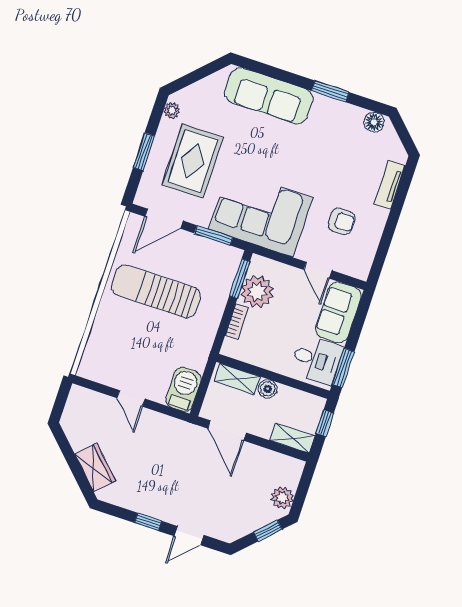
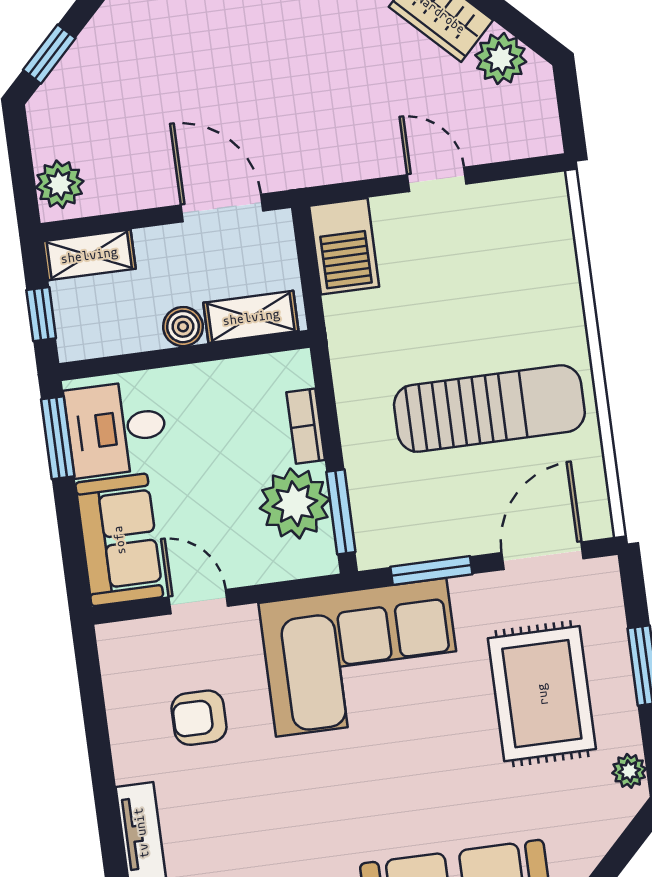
plant: (79, 436) -> (501, 58), added
plant: (282, 498) -> (60, 184), moved

